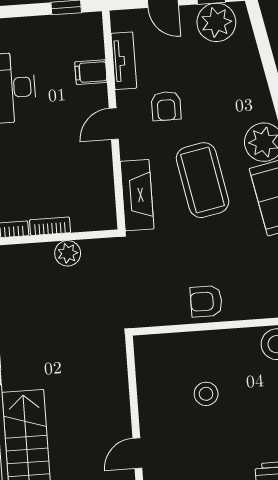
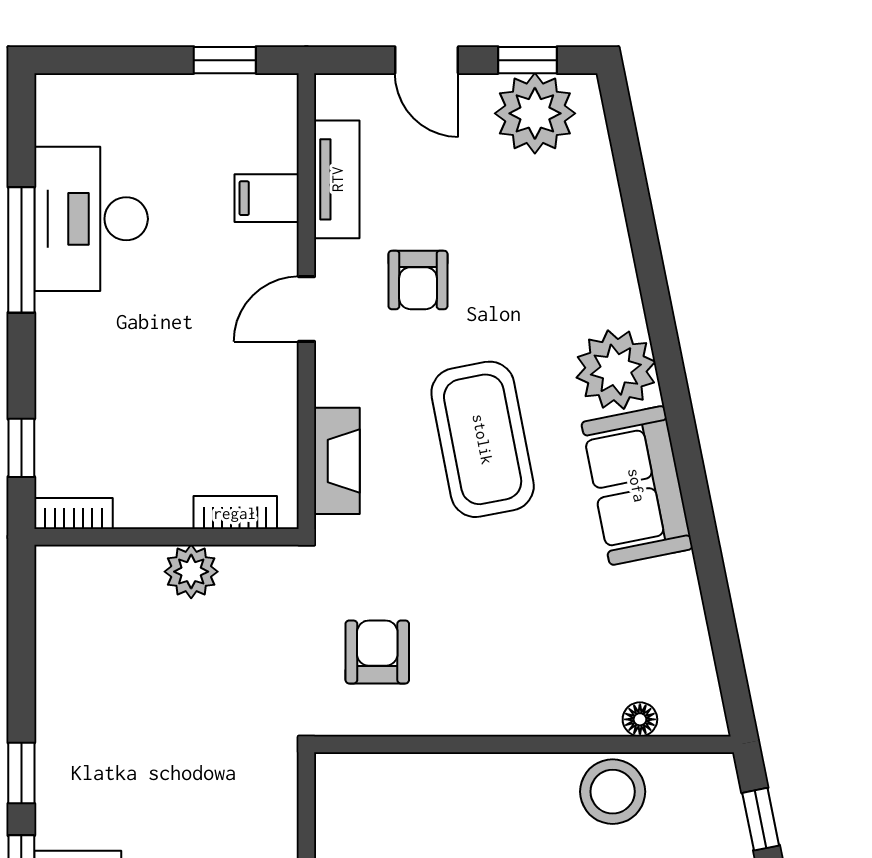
fireplace: (137, 195) -> (337, 461), width x0.73, depth x0.76
bookcase: (50, 226) -> (235, 513), moved
armchair: (206, 301) -> (377, 652), moved, turned 90

